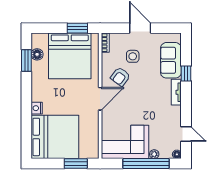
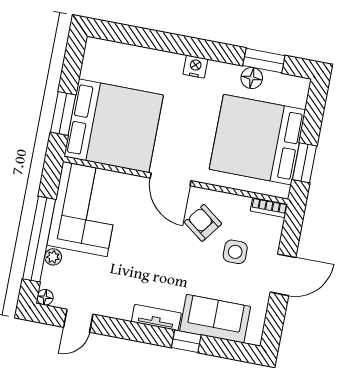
floor lamp: (37, 54) -> (252, 78), moved
nightstand: (37, 108) -> (195, 67), moved
bed: (55, 137) -> (114, 126), moved, turned -90

